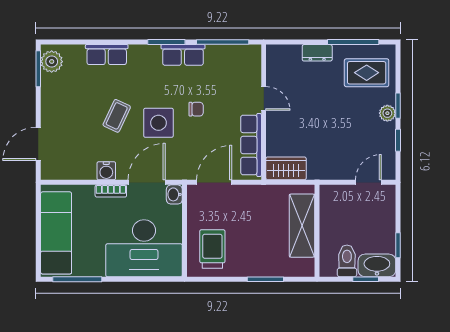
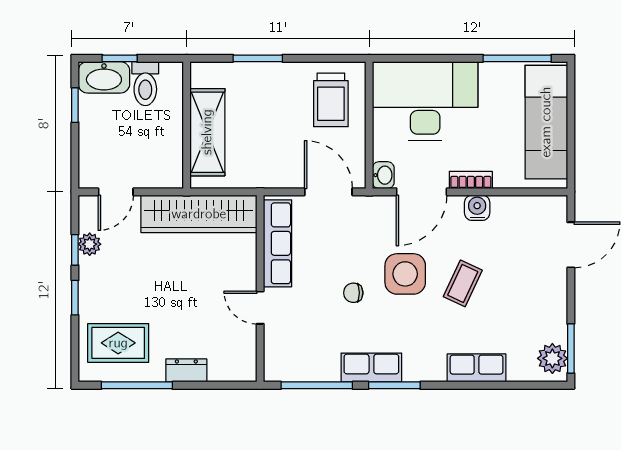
plant: (387, 113) -> (90, 244), moved
wardrobe: (286, 168) -> (199, 214), width x2.10, depth x1.17
door: (214, 182) -> (328, 192), swing flipped

